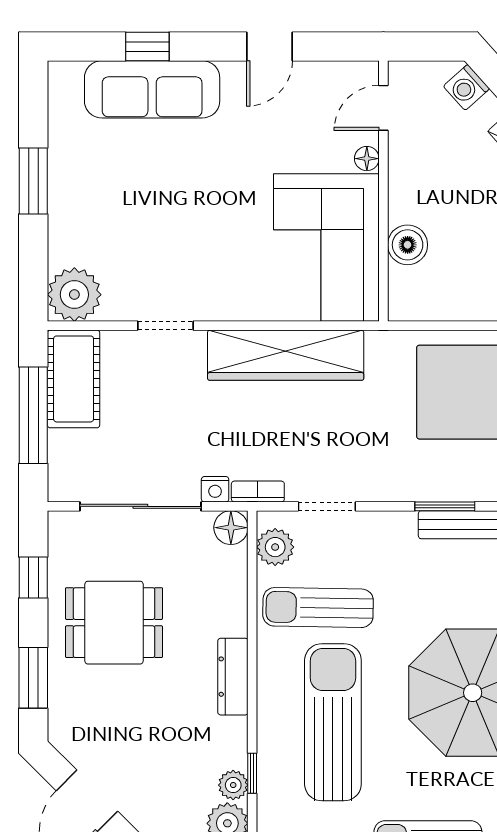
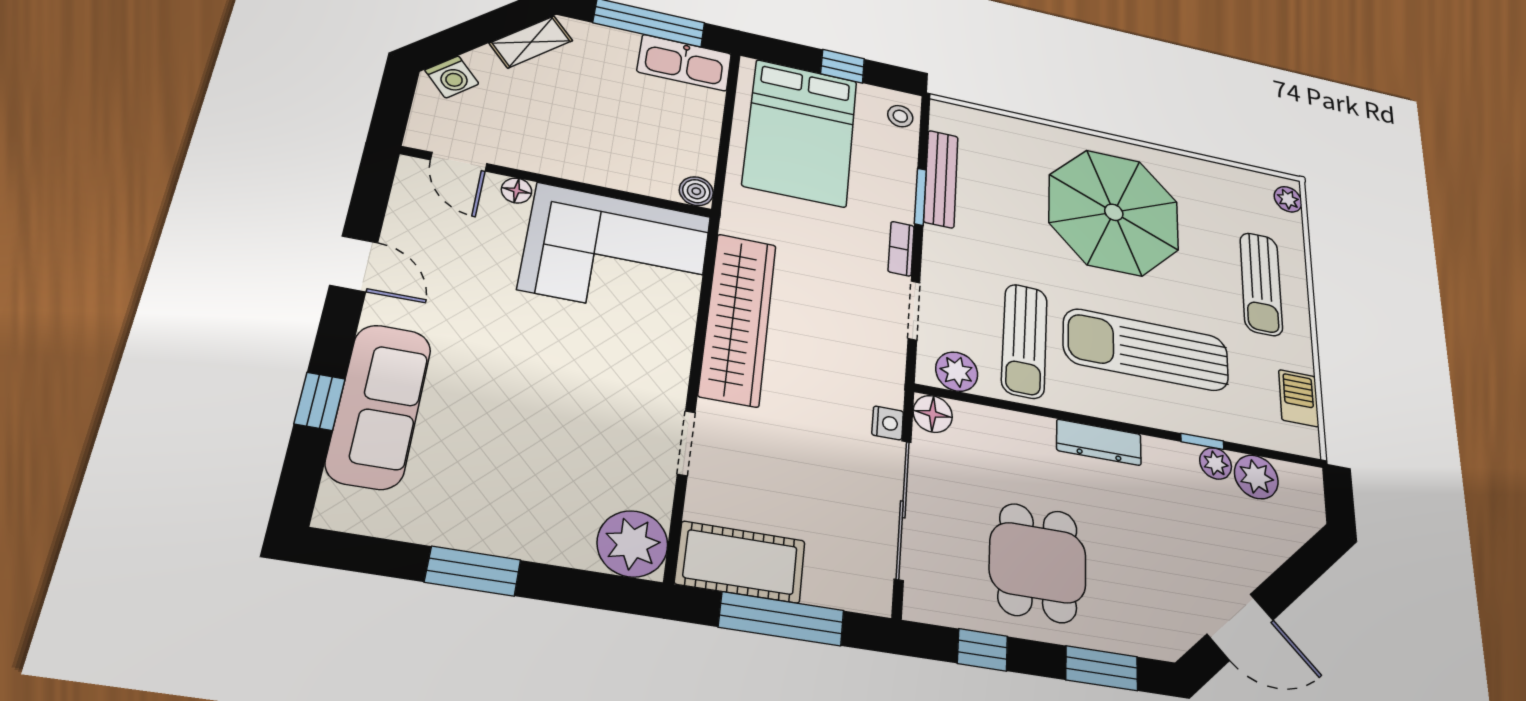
boiler: (408, 245) -> (696, 191), moved, width x0.73, depth x0.73
bookcase: (258, 492) -> (901, 249), moved

